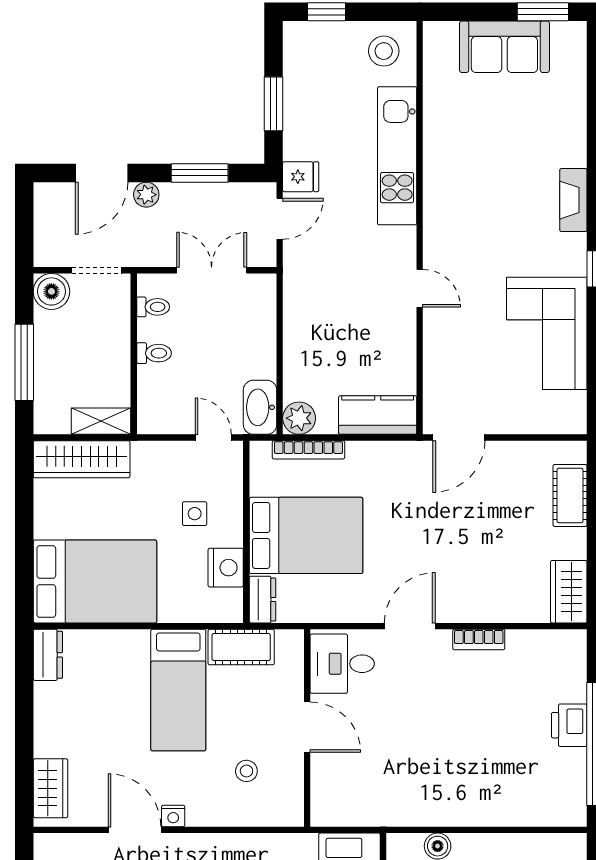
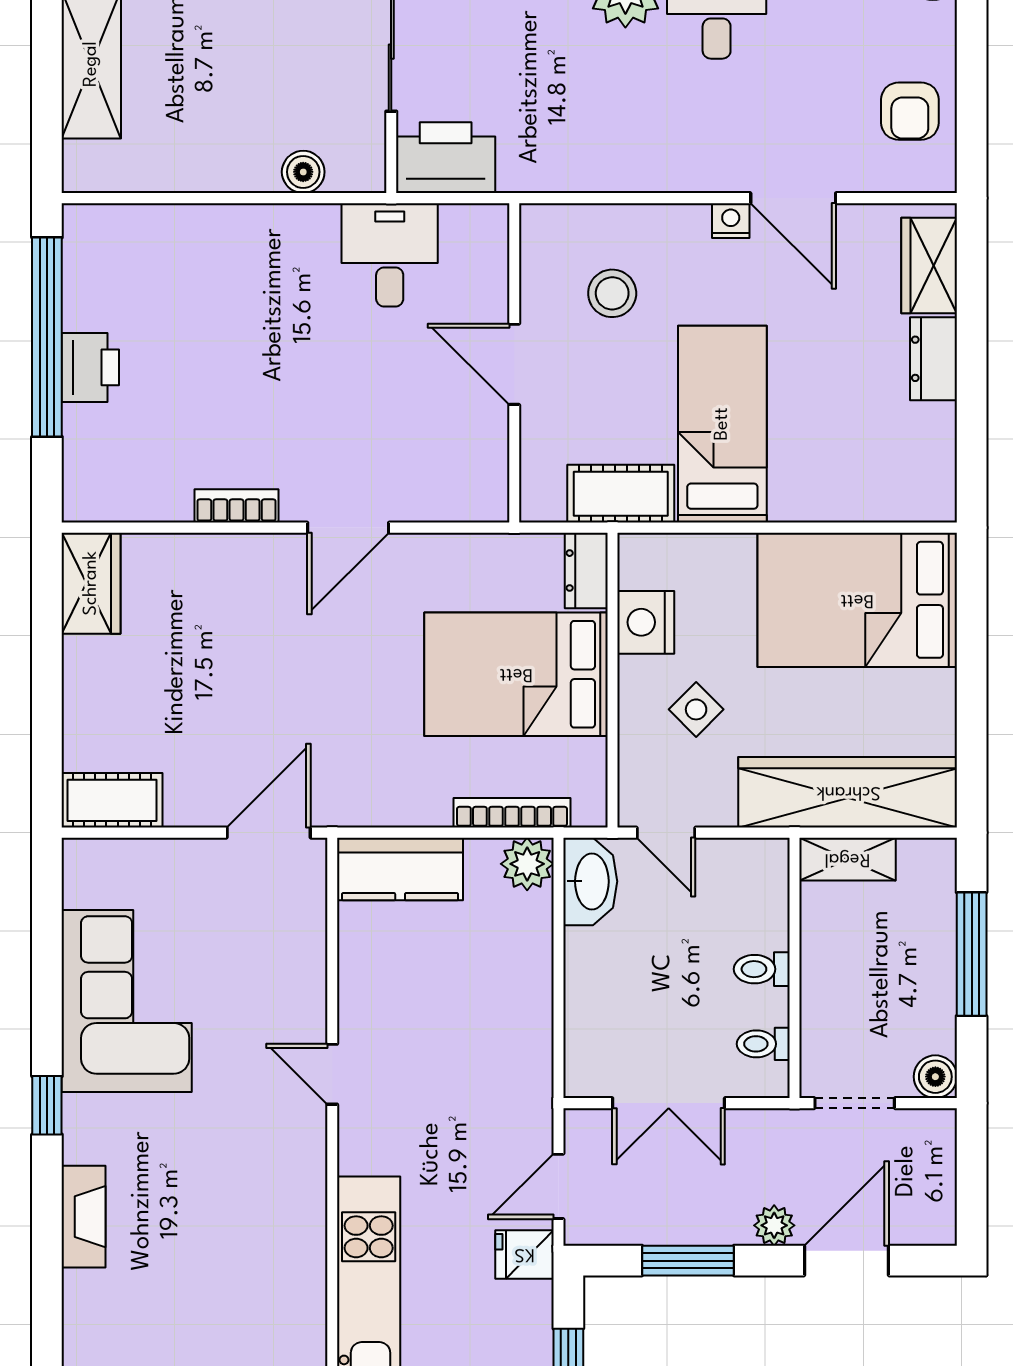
boiler: (51, 291) -> (935, 1077), width x0.73, depth x0.73
wardrobe: (82, 459) -> (848, 792), width x1.40, depth x1.17
cot: (570, 495) -> (112, 800), moved, turned 90
side table: (195, 514) -> (696, 709), turned 45
dresser: (48, 655) -> (933, 359), moved
desk: (342, 664) -> (390, 255), moved, turned -90
stool: (246, 771) -> (612, 293), width x1.37, depth x1.37

